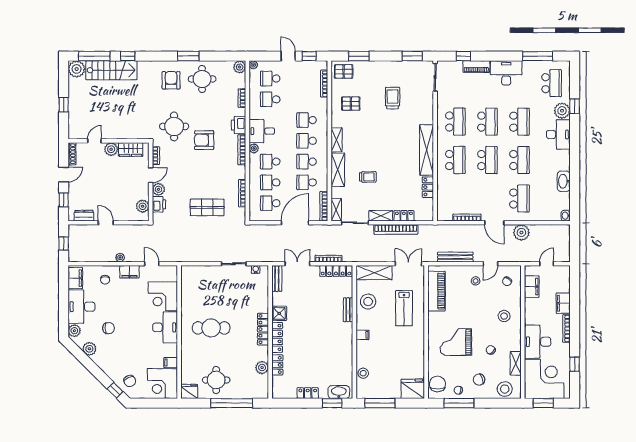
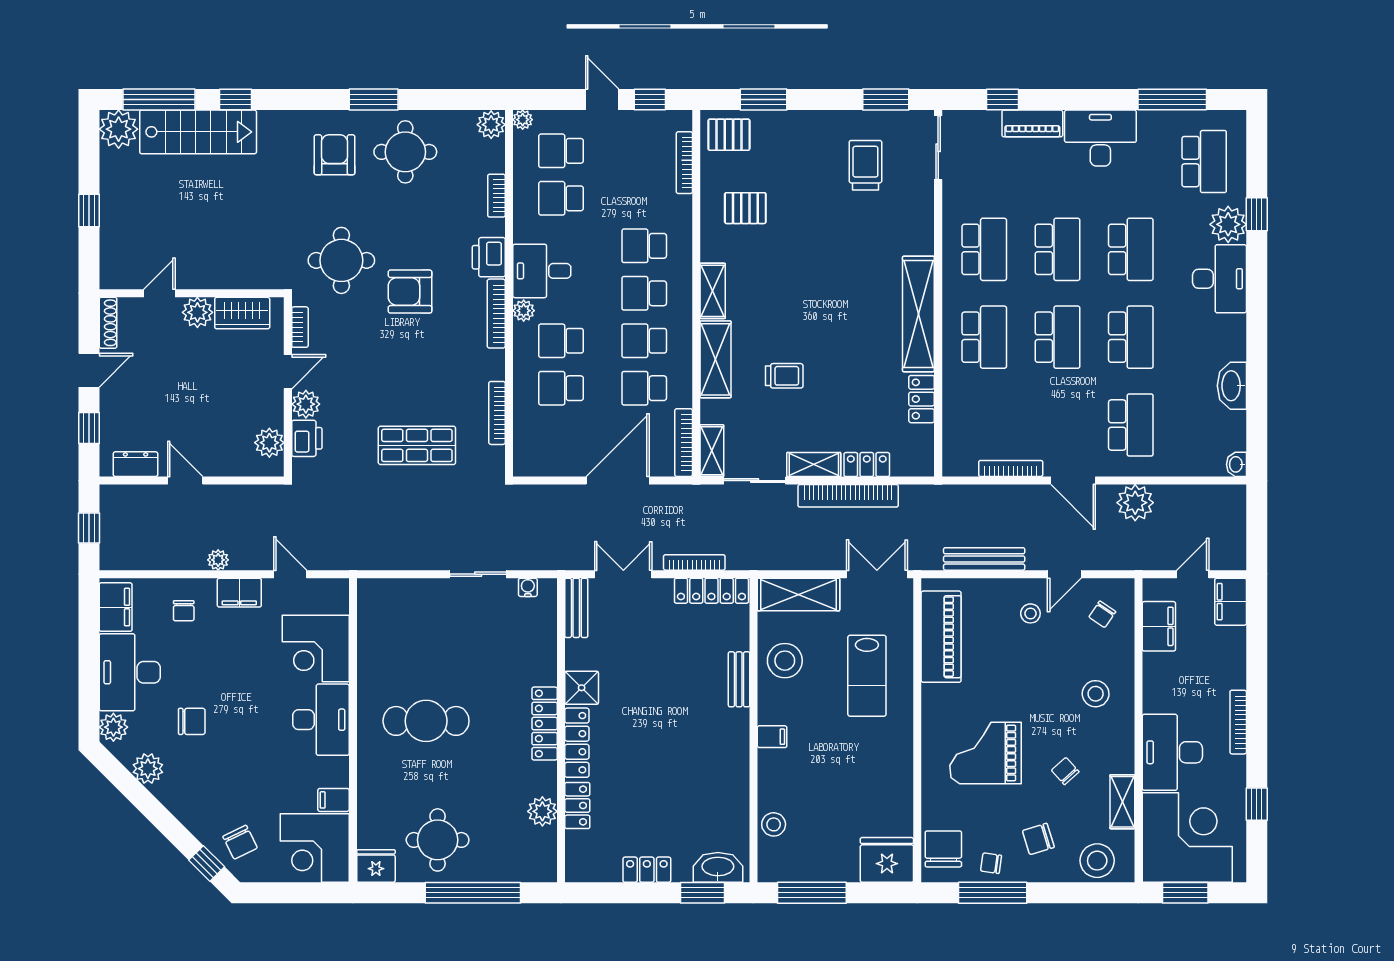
trolley: (393, 98) -> (865, 165), moved
school desk: (270, 203) -> (561, 436), removed
filing cabinet: (563, 303) -> (1231, 602), moved

